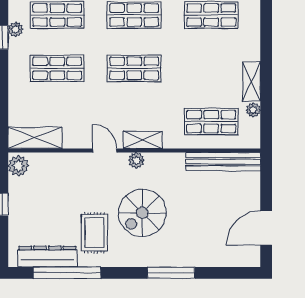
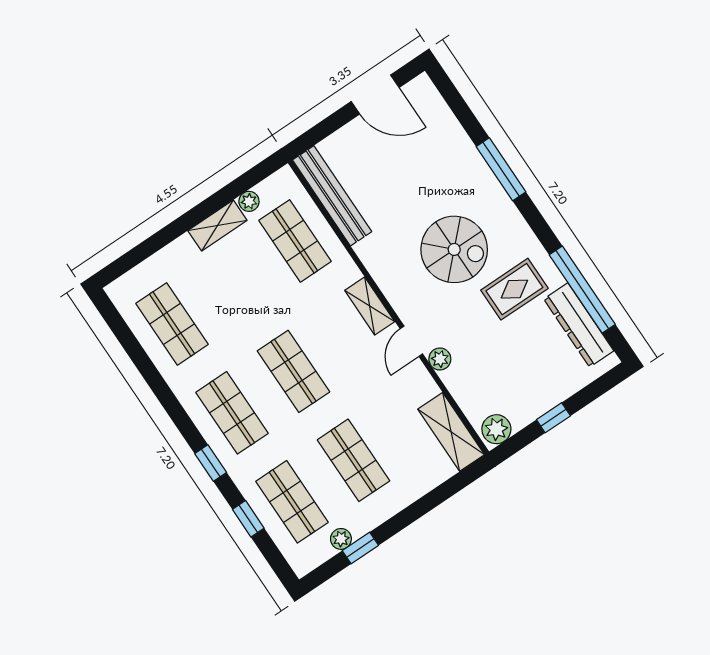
plant: (136, 160) -> (440, 359), moved

